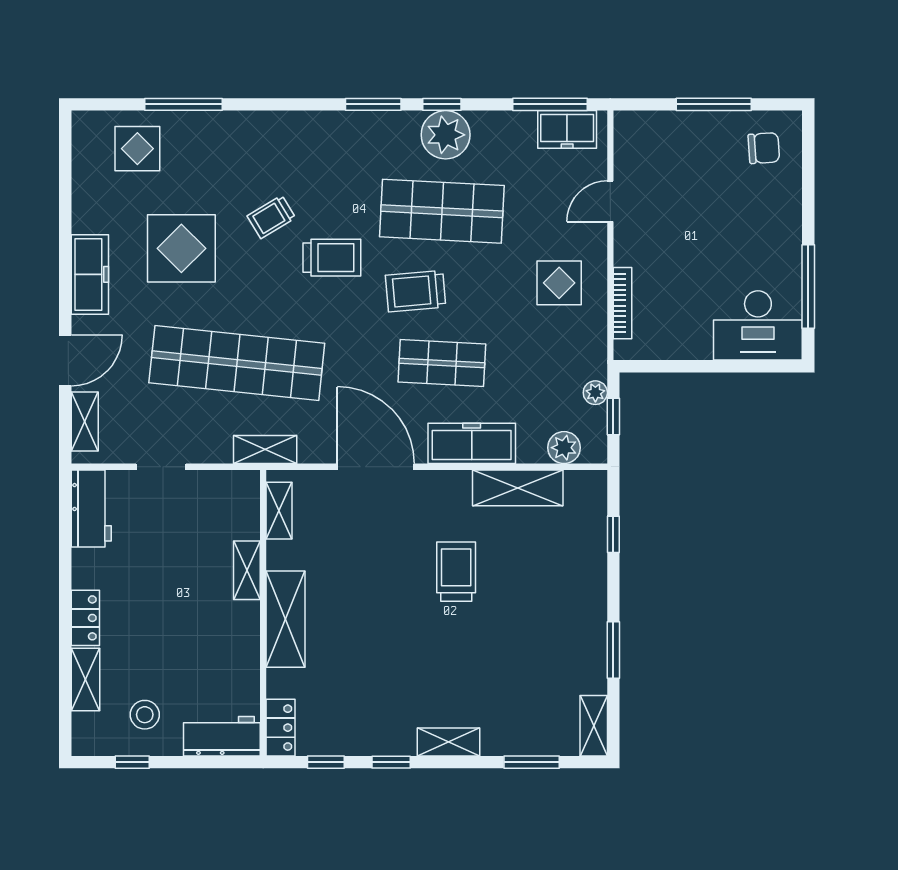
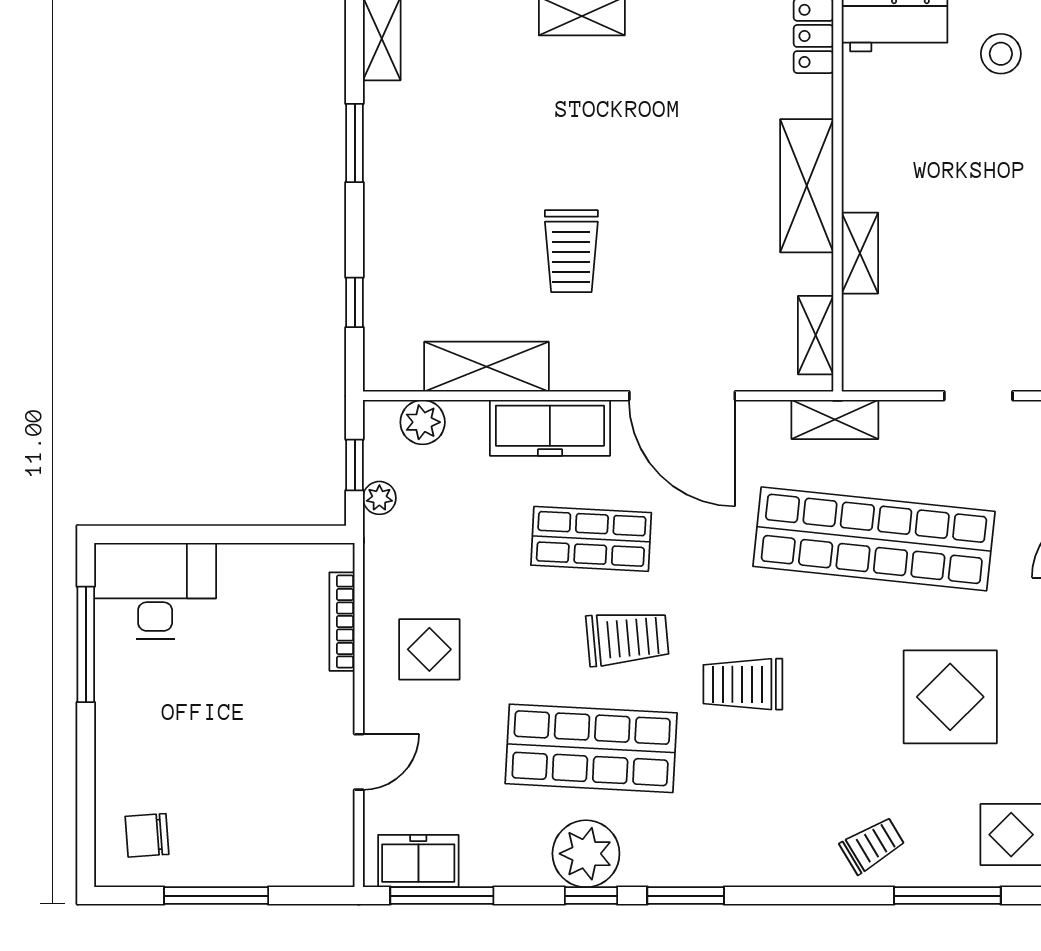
trolley: (271, 217) -> (872, 845), moved

